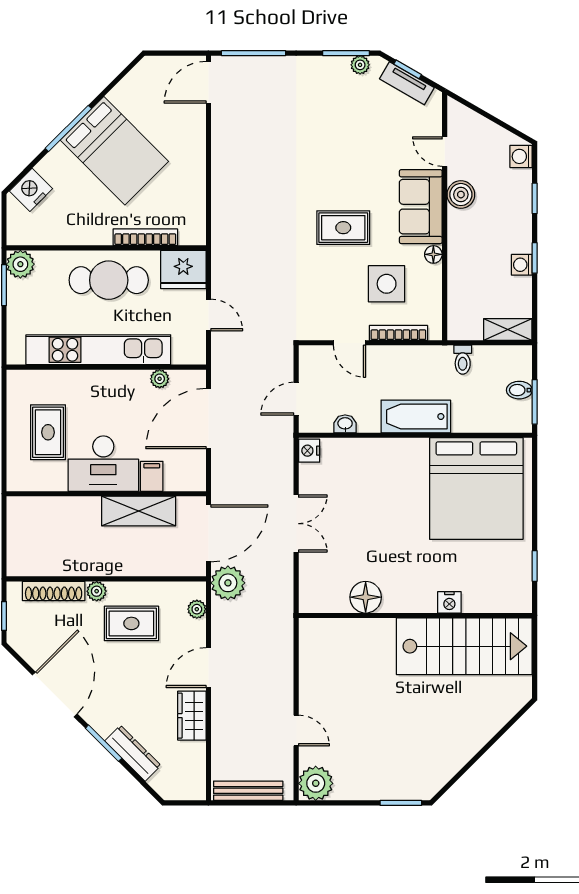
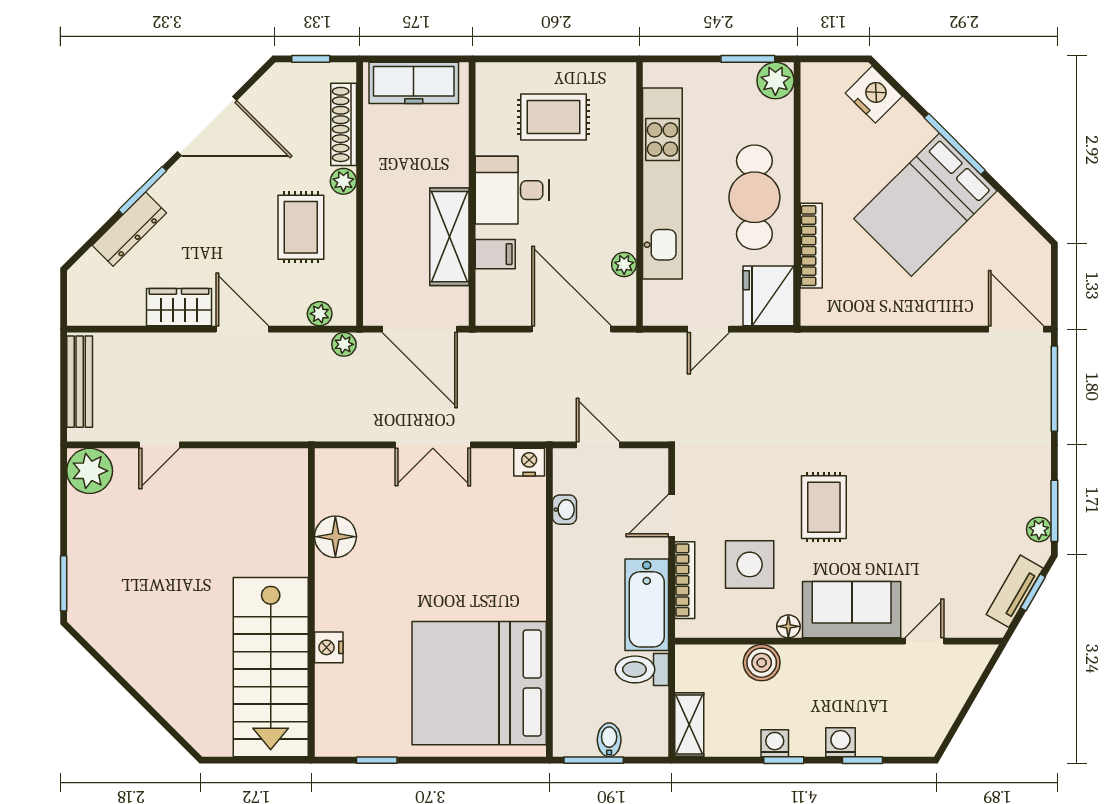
washing machine: (521, 156) -> (841, 742), moved
boiler: (461, 195) -> (762, 663), moved
toilet: (463, 360) -> (642, 669), width x1.37, depth x1.39
bathtub: (416, 416) -> (647, 605), moved, turned 180
desk: (103, 464) -> (512, 190), width x0.73
freezer: (22, 538) -> (414, 83), added
plant: (228, 583) -> (344, 344), width x0.53, depth x0.53

